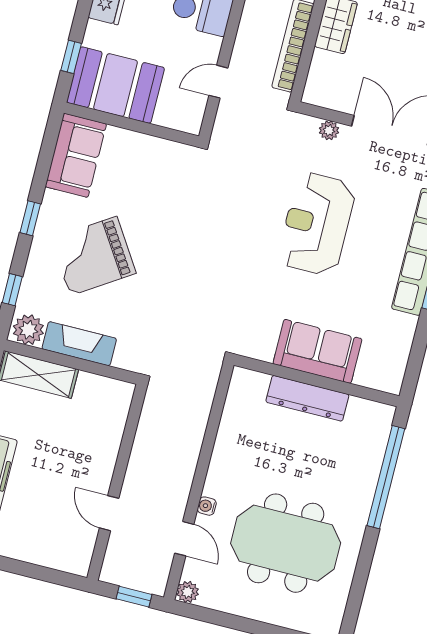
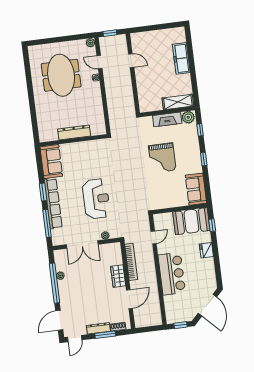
grand piano: (93, 256) -> (162, 158), moved, turned 123
sofa: (317, 351) -> (51, 162), moved, turned -90
window: (386, 477) -> (33, 114), removed
meeting table: (286, 543) -> (61, 75), turned 90

